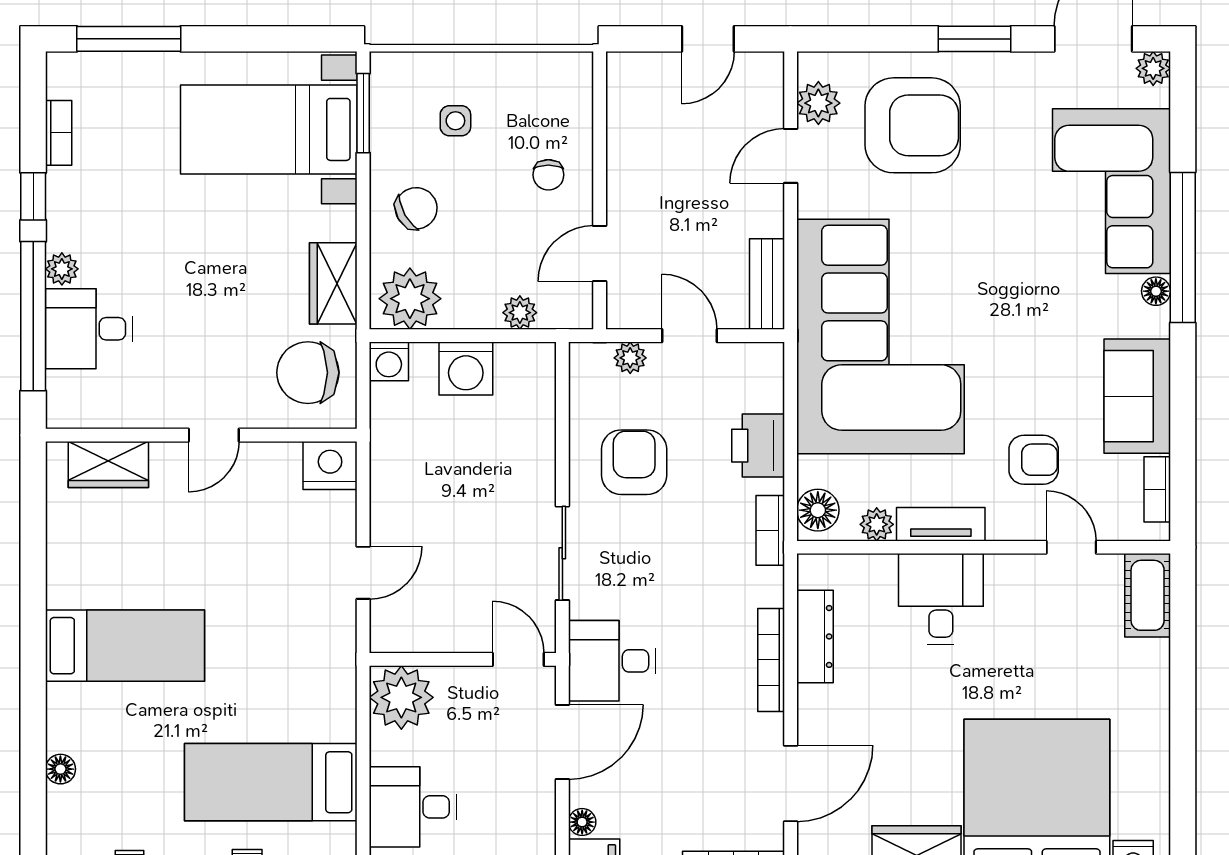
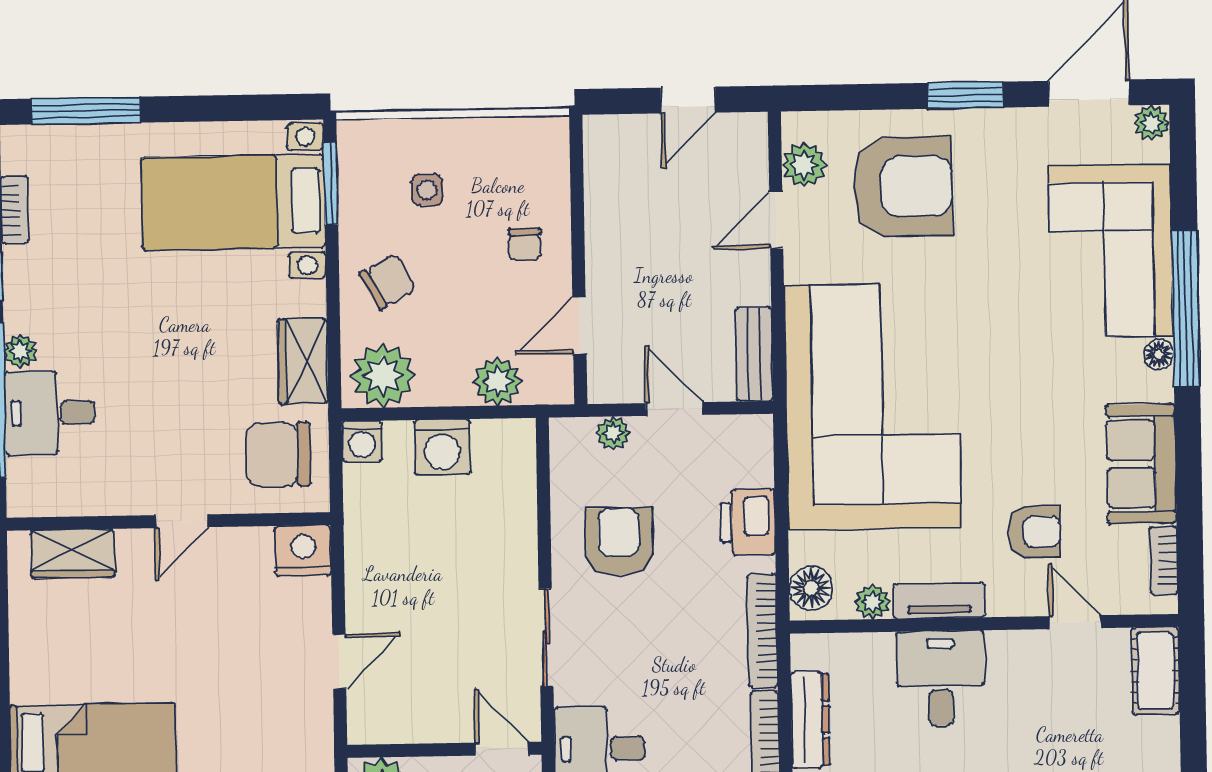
plant: (520, 313) -> (497, 381), width x1.38, depth x1.38
bookcase: (770, 530) -> (762, 631), width x1.56

